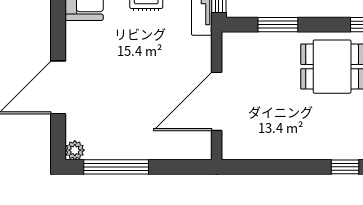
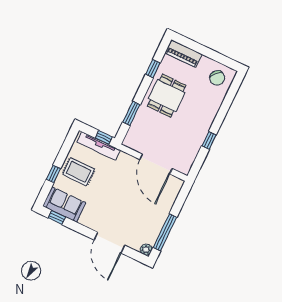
window: (345, 167) -> (209, 140), moved

